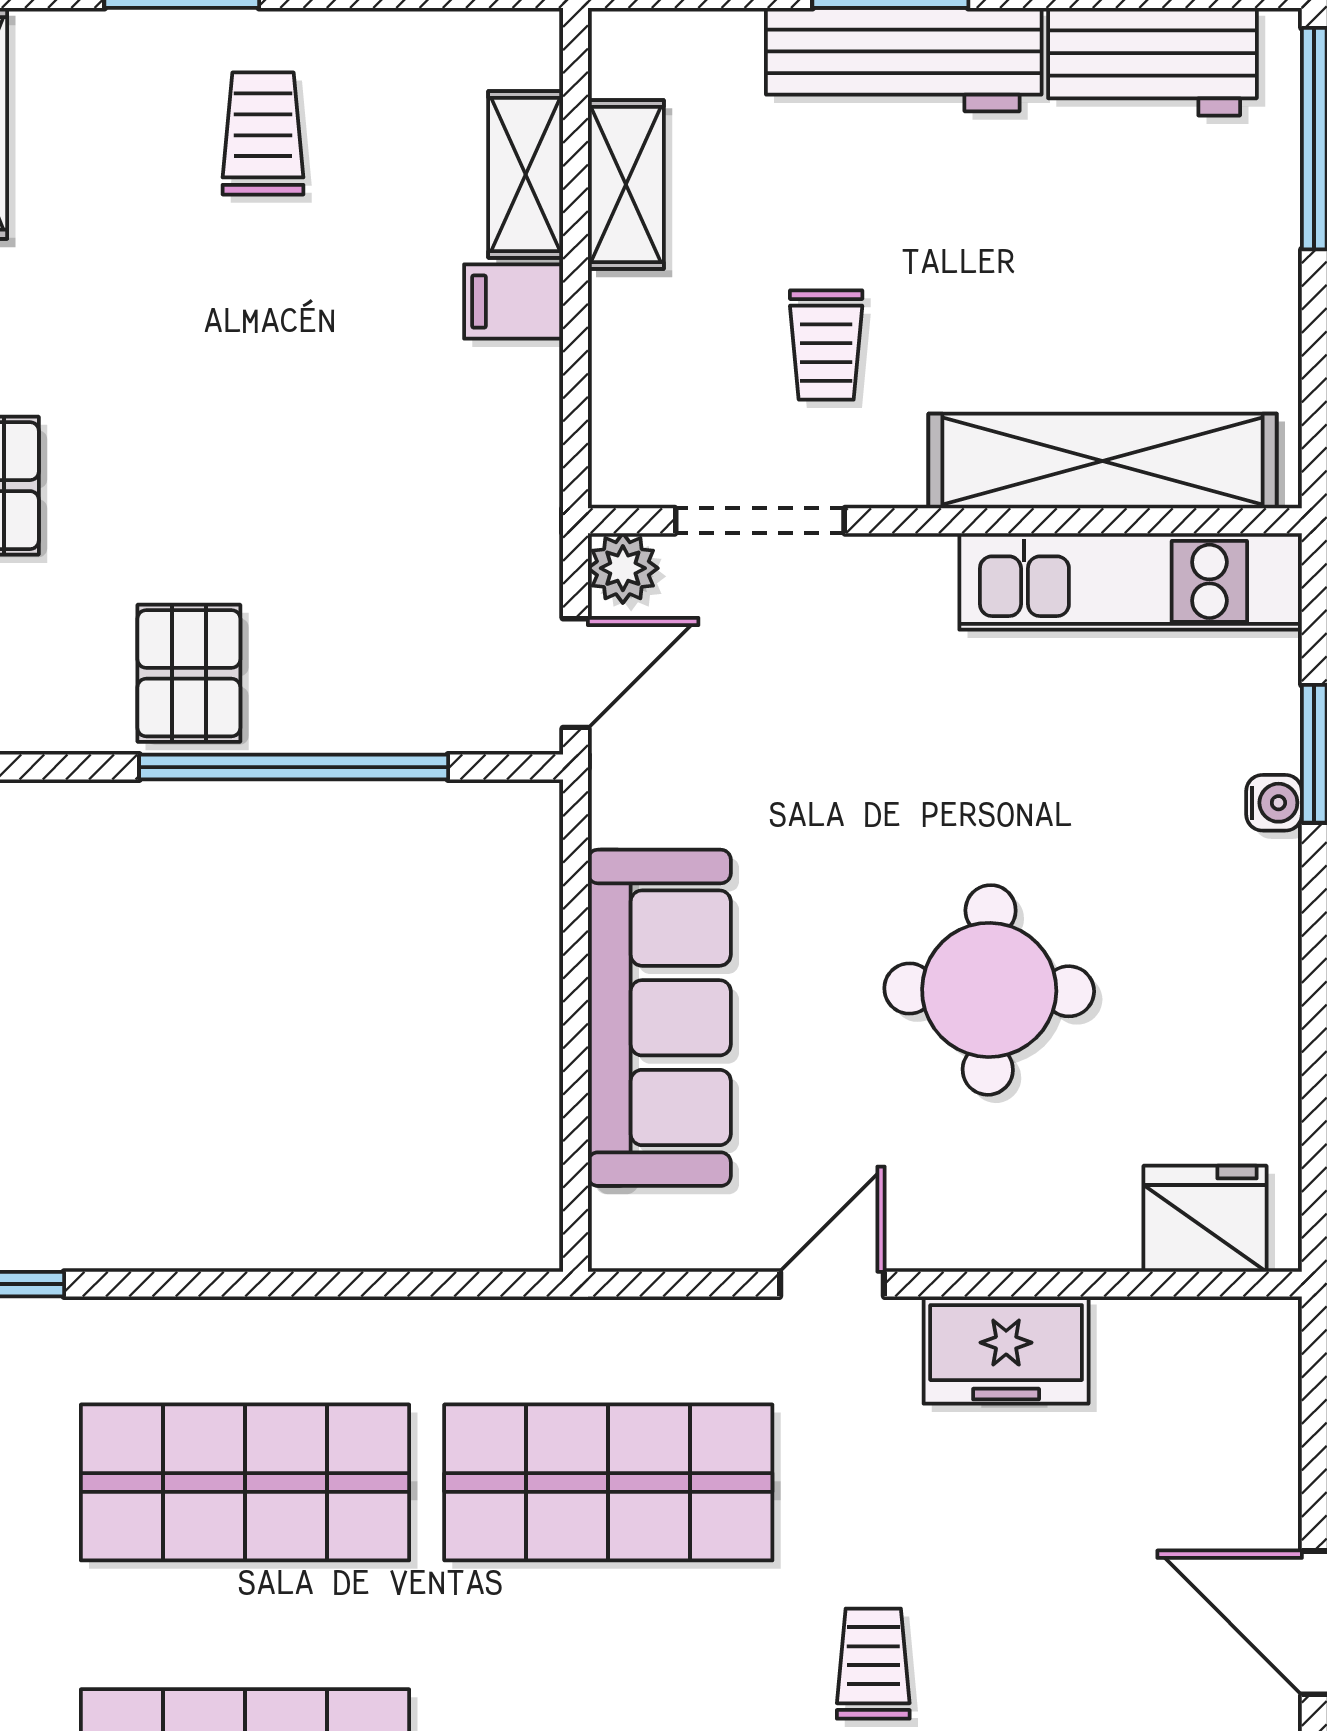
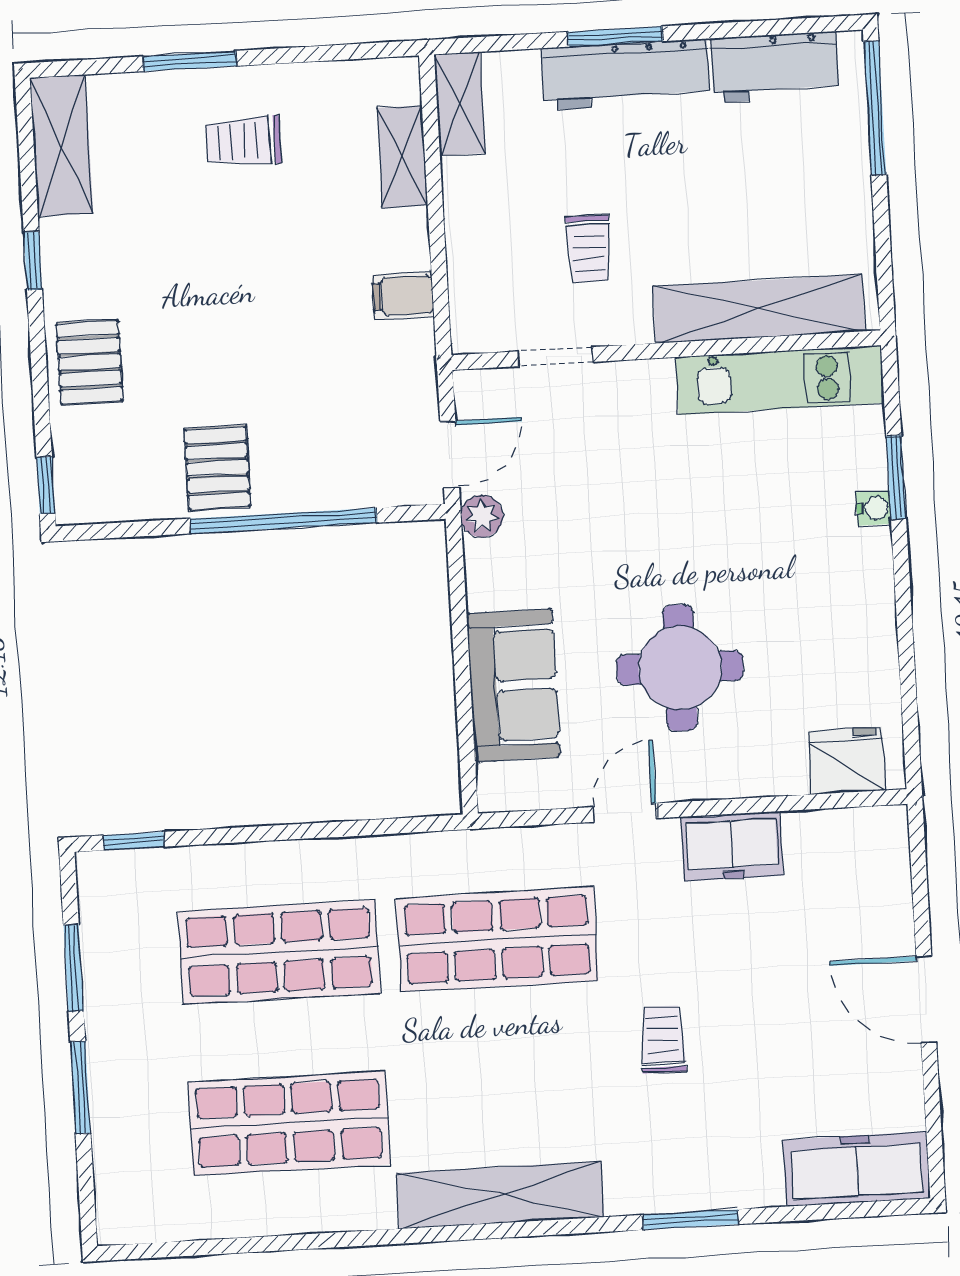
trolley: (263, 134) -> (243, 141), turned -90
shelving: (626, 184) -> (460, 104), moved
filing cabinet: (514, 302) -> (403, 296), moved
doorway: (760, 521) -> (555, 357), width x0.73
plant: (623, 568) -> (482, 516), moved
round table: (989, 990) -> (680, 668), moved
sofa: (659, 1018) -> (513, 685), width x0.73

